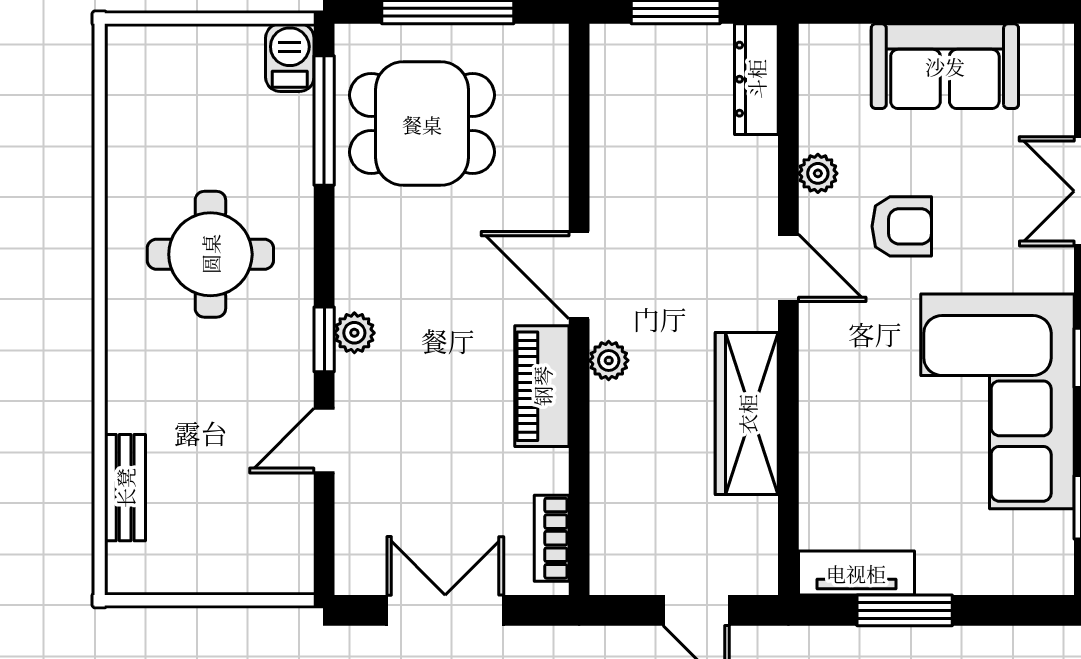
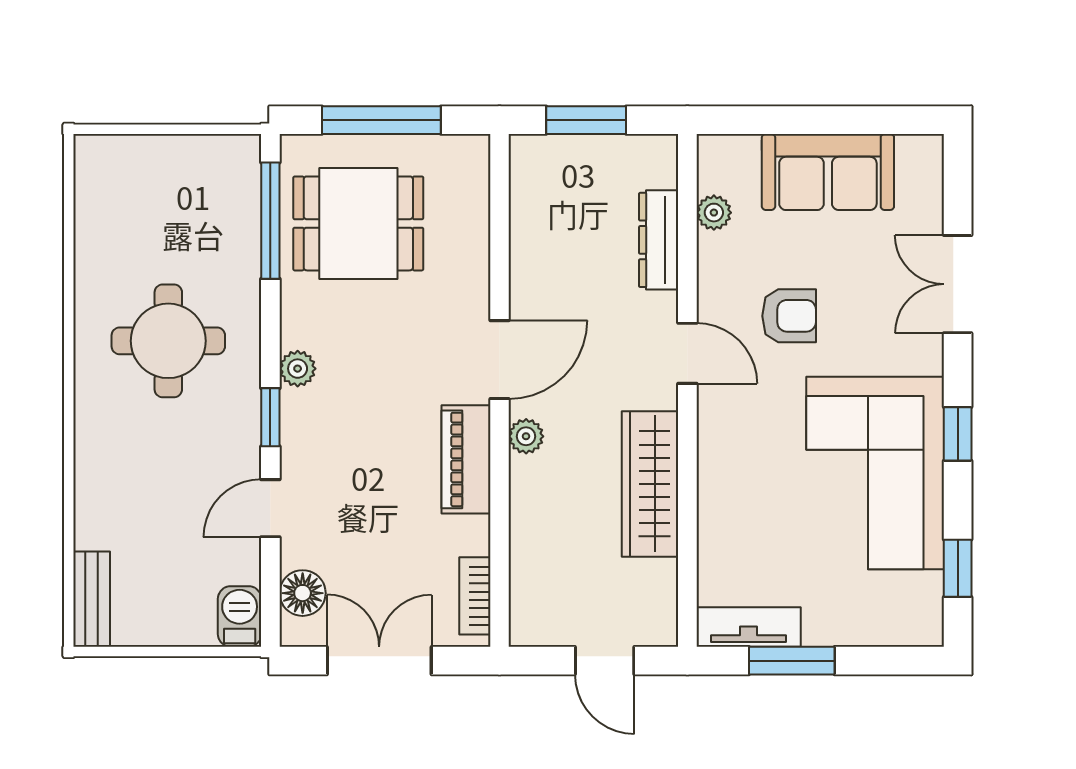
barbecue: (290, 58) -> (240, 616), moved
dresser: (756, 79) -> (659, 240), moved
plant: (818, 173) -> (714, 213), moved
door: (579, 275) -> (499, 360), swing flipped
plant: (354, 333) -> (298, 369), moved
bench: (125, 488) -> (92, 599), moved
floor lamp: (360, 535) -> (303, 593), added

